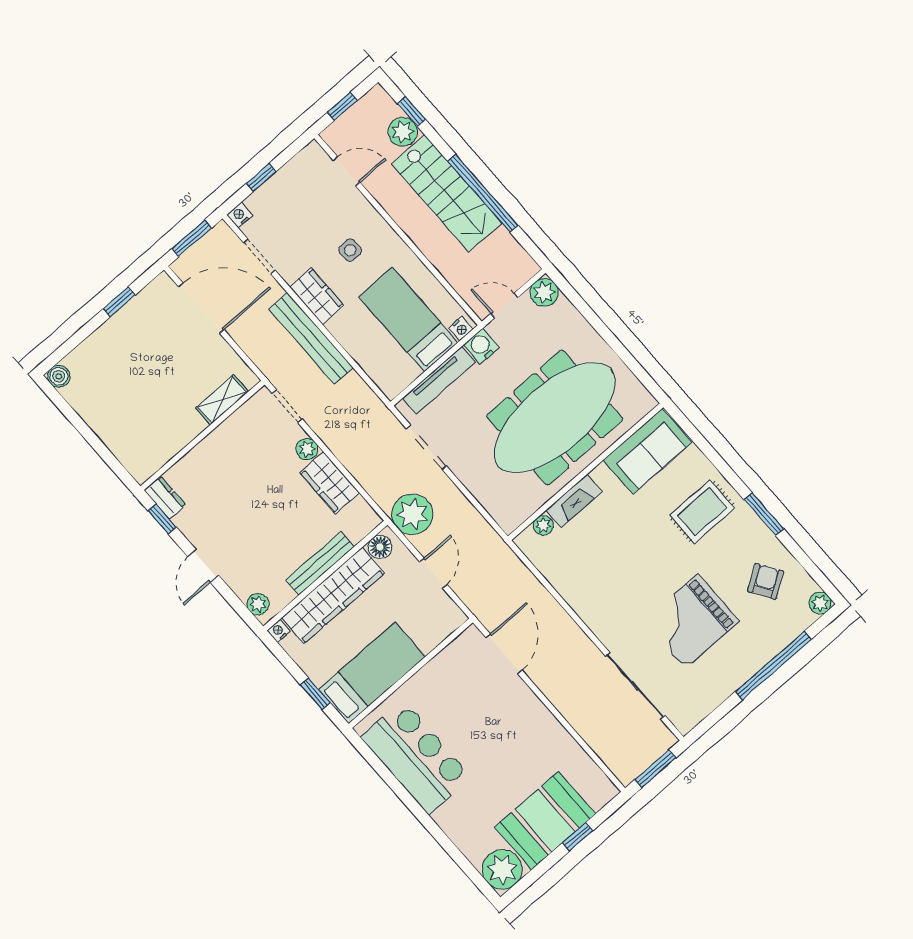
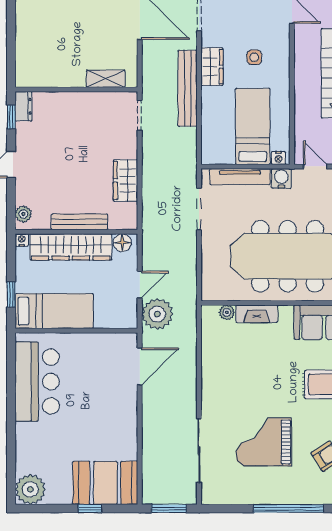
plant: (307, 449) -> (129, 150), removed
plant: (412, 514) -> (157, 314), moved
booth: (545, 821) -> (105, 483), moved

